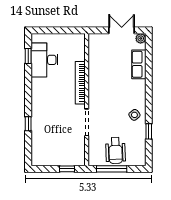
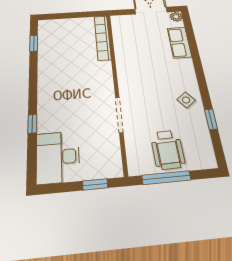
desk: (44, 60) -> (58, 157), moved
bookcase: (80, 83) -> (103, 38), moved

